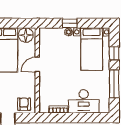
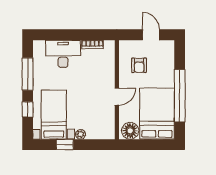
window: (70, 23) -> (65, 145), moved
armchair: (24, 104) -> (139, 65), moved

